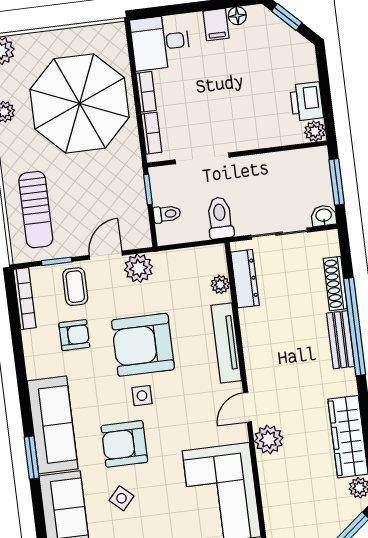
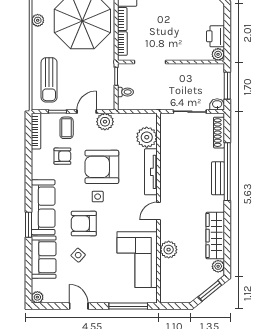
toilet: (220, 218) -> (156, 98), removed
dresser: (245, 279) -> (166, 136), removed
shoe rack: (335, 284) -> (219, 133), moved
plant: (220, 285) -> (147, 137), width x1.88, depth x1.88
plant: (269, 440) -> (169, 250), moved

